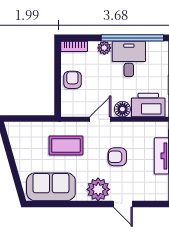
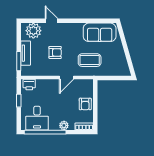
desk: (129, 59) -> (37, 118), moved
printer: (148, 105) -> (29, 85), width x0.53, depth x0.68
floor lamp: (122, 109) -> (52, 84), removed
plant: (98, 189) -> (33, 31), moved

